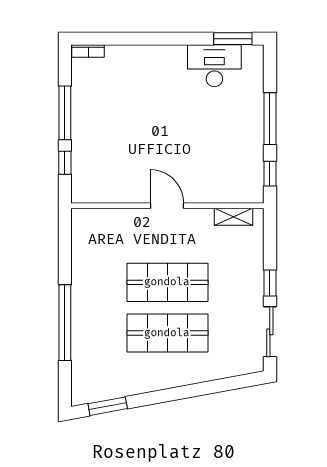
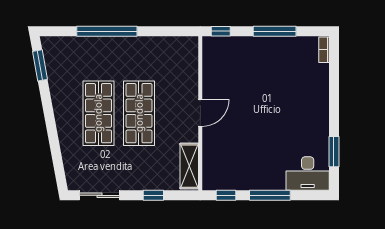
window: (233, 39) -> (334, 152), moved
desk: (214, 66) -> (308, 174), moved, turned 90
window: (65, 163) -> (221, 31), moved
shelving: (233, 217) -> (189, 166), width x1.50, depth x1.33
window: (270, 283) -> (153, 195), moved

